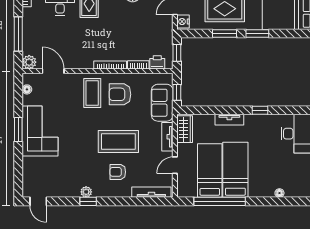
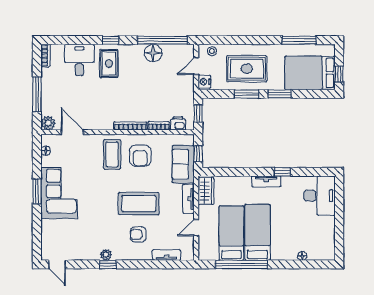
armchair: (120, 94) -> (140, 156), turned -90
tv unit: (229, 120) -> (266, 181), moved
tv unit: (151, 192) -> (166, 255), width x0.71

